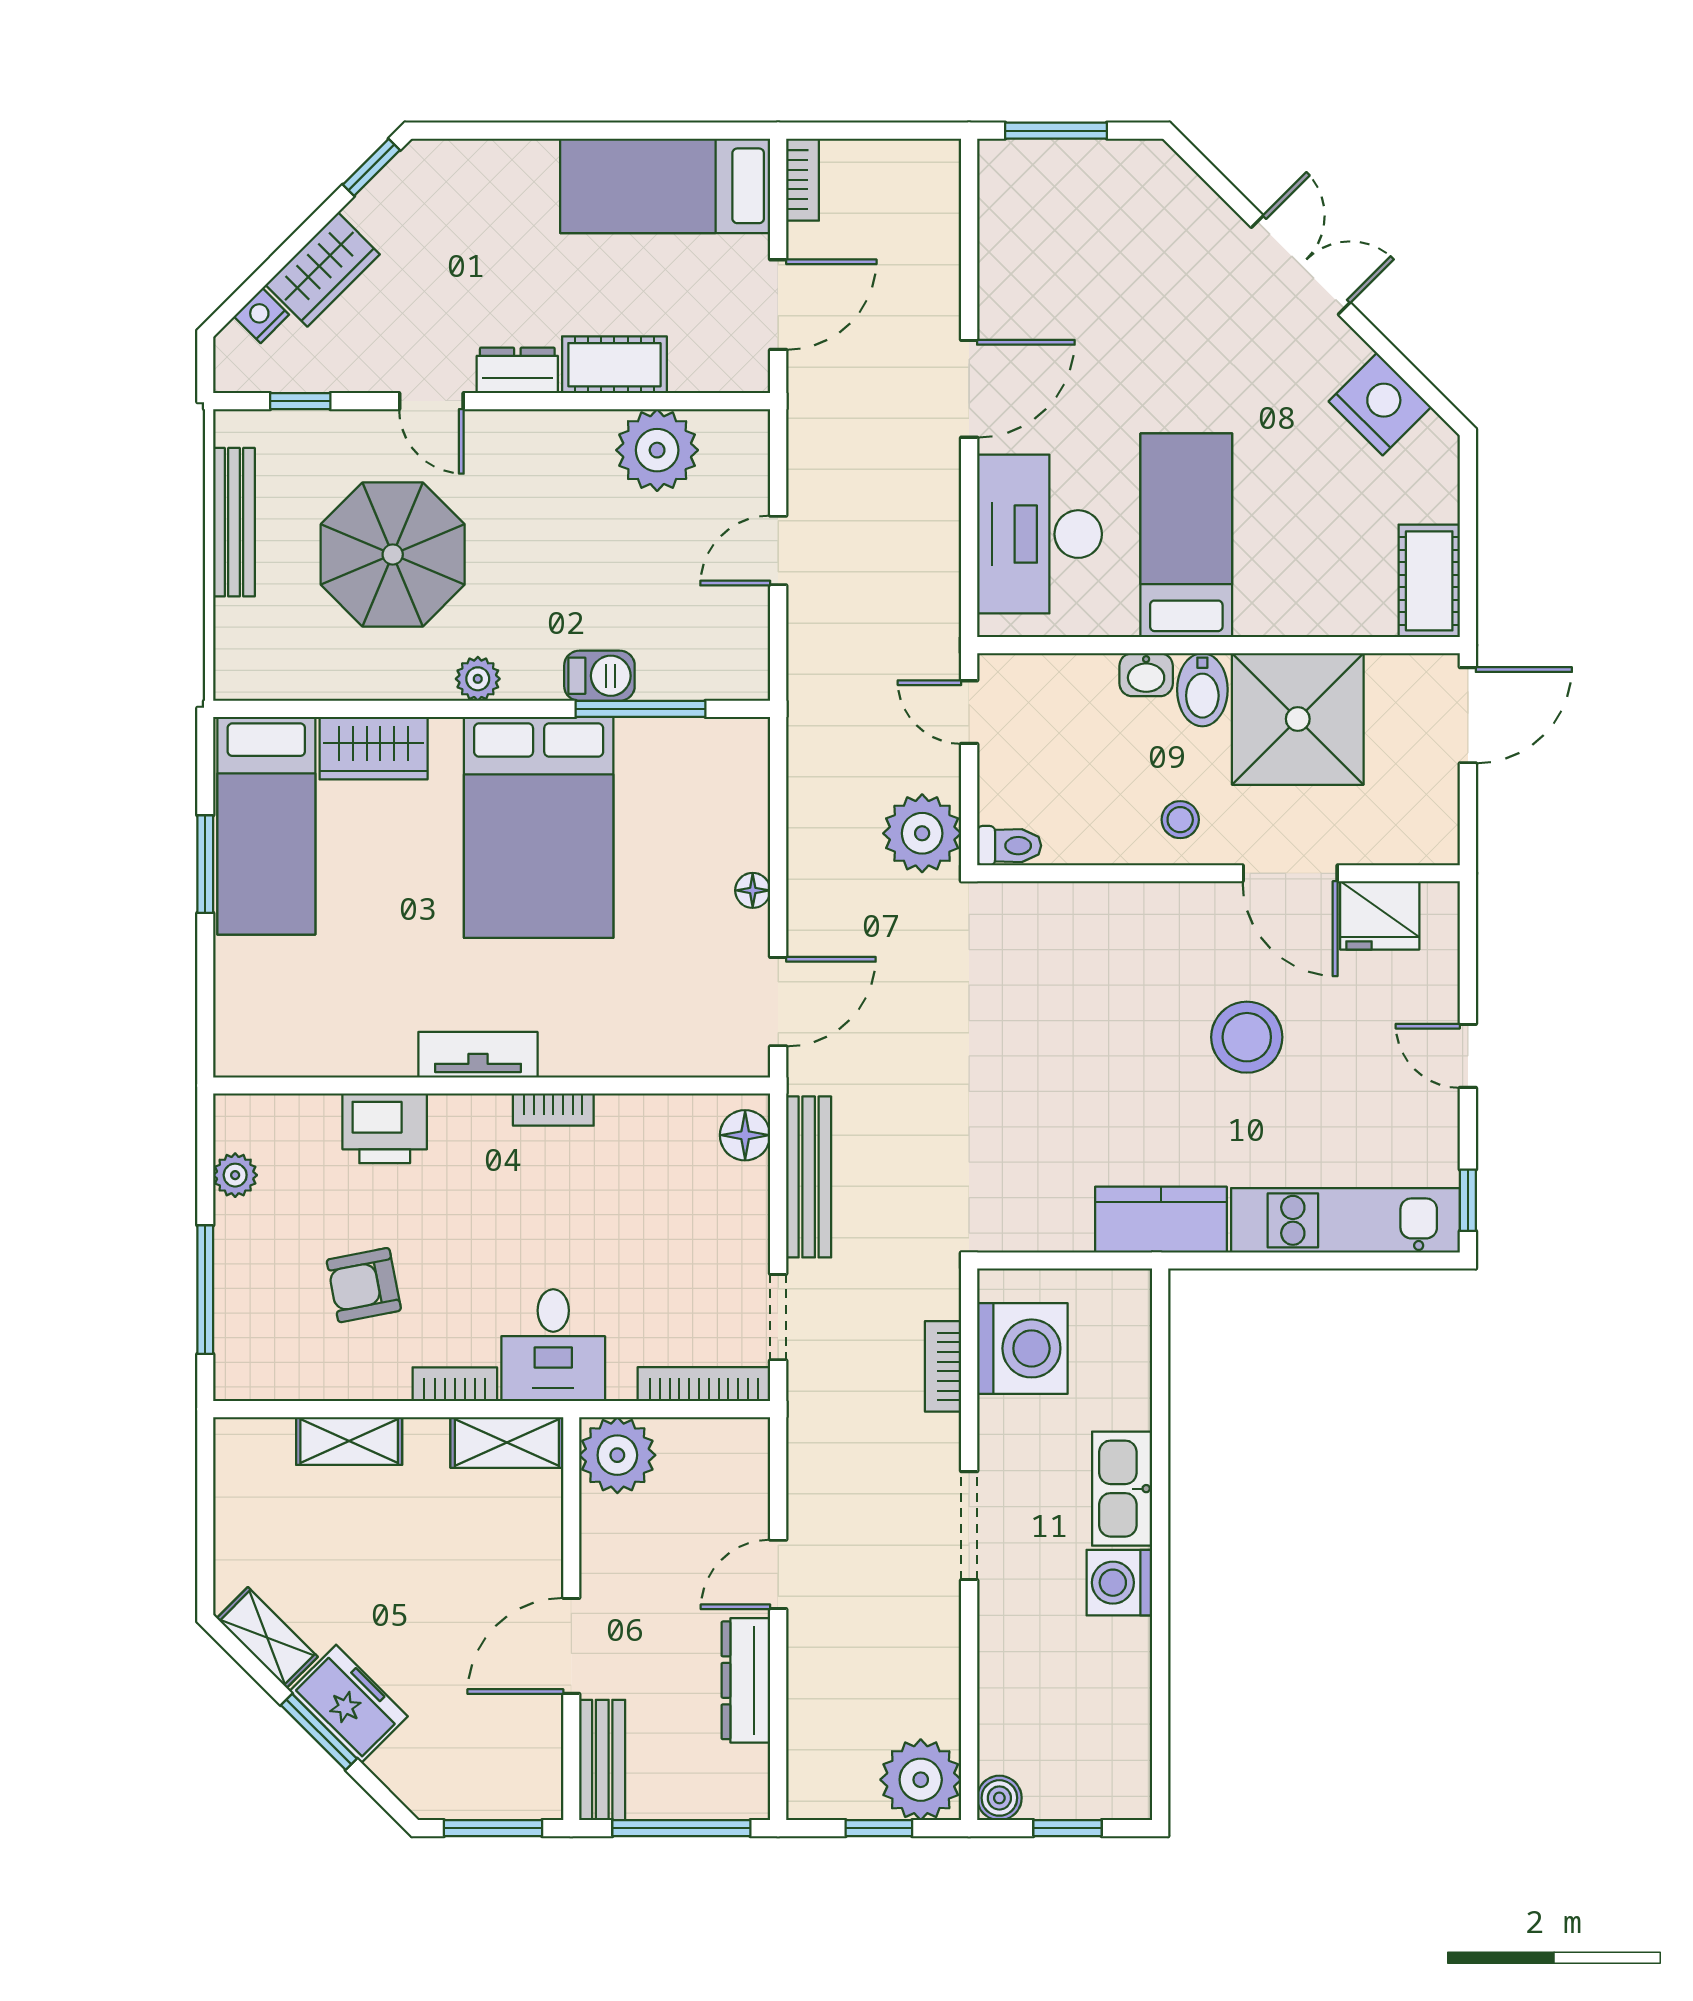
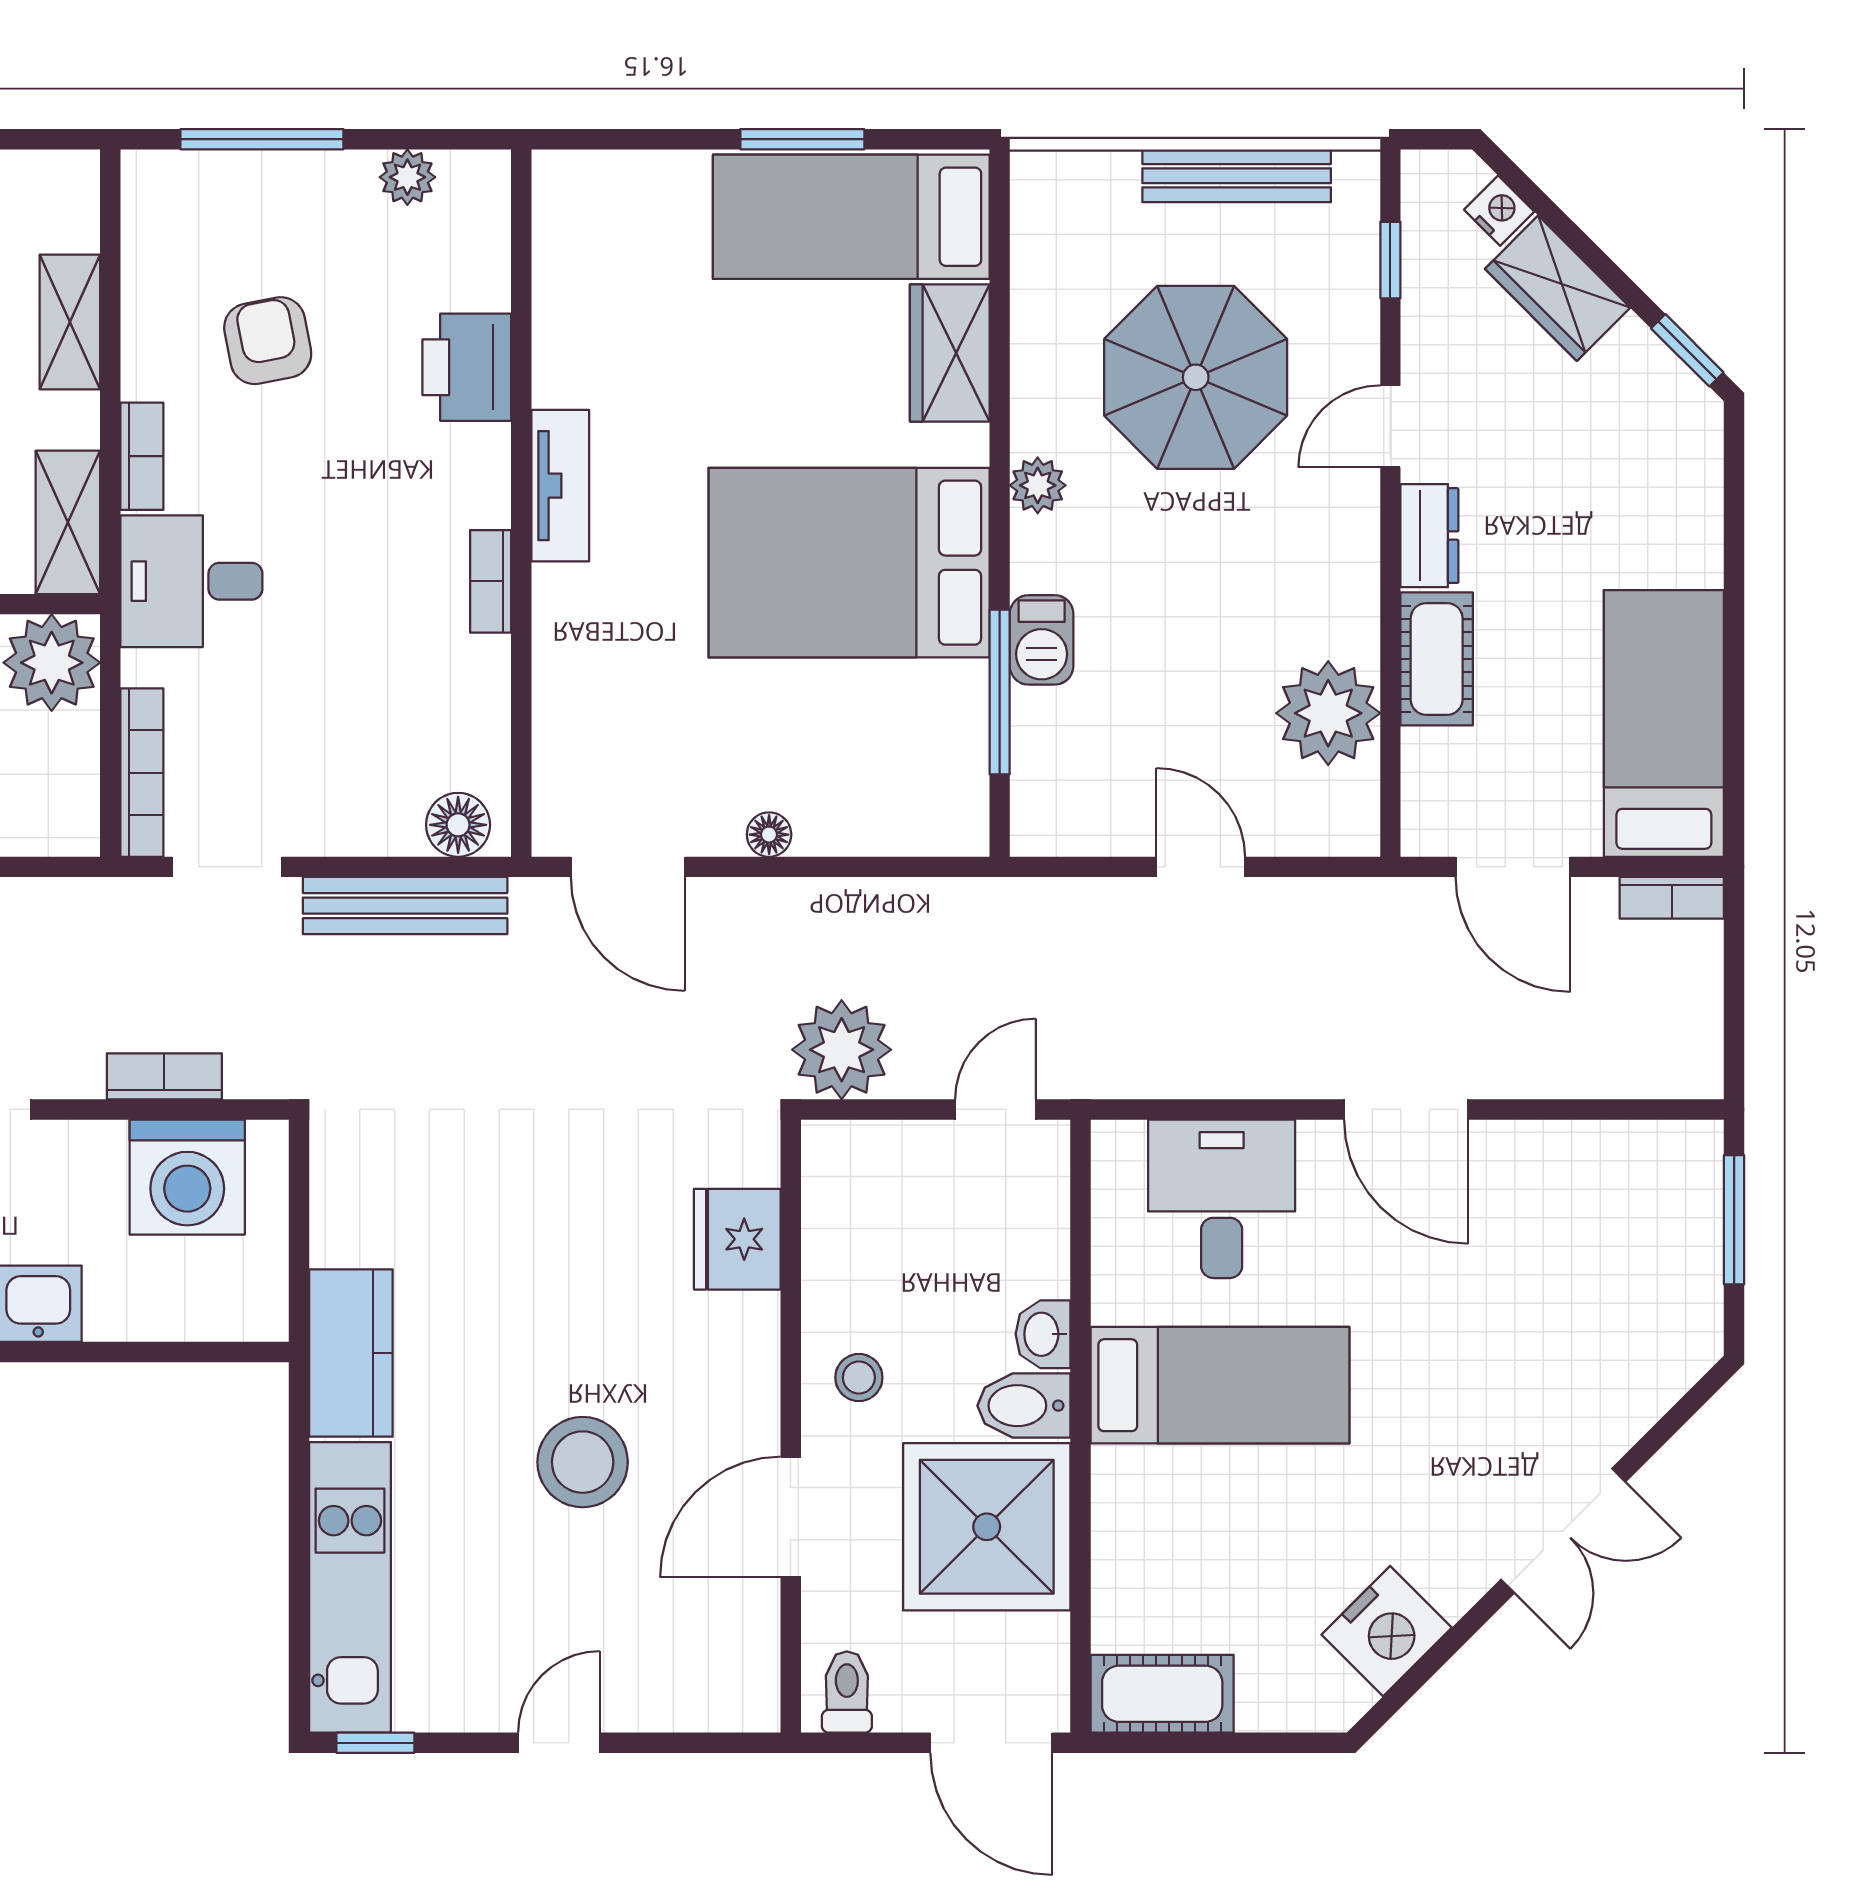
desk: (1039, 534) -> (1222, 1199), width x0.73
toilet: (1009, 846) -> (847, 1692), moved, turned 180
fridge: (1380, 915) -> (737, 1239), moved

